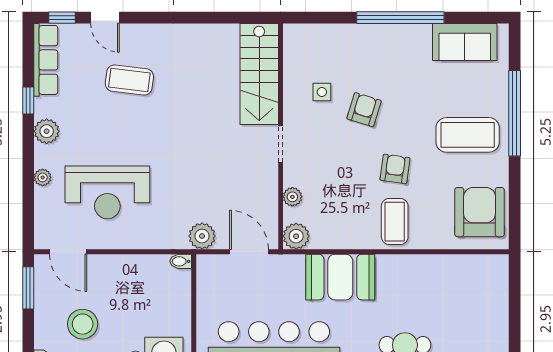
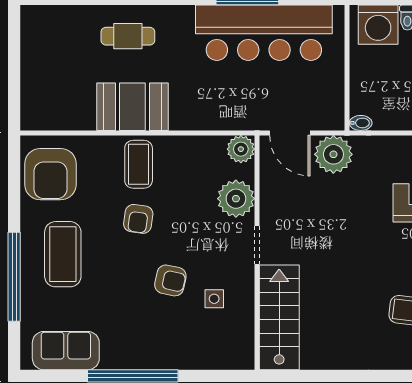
armchair: (364, 110) -> (170, 280), turned -95
coffee table: (468, 135) -> (63, 254), turned 90
plant: (292, 197) -> (236, 199), width x1.87, depth x1.87
plant: (202, 236) -> (333, 154), width x1.36, depth x1.36
booth: (340, 277) -> (132, 107), moved

